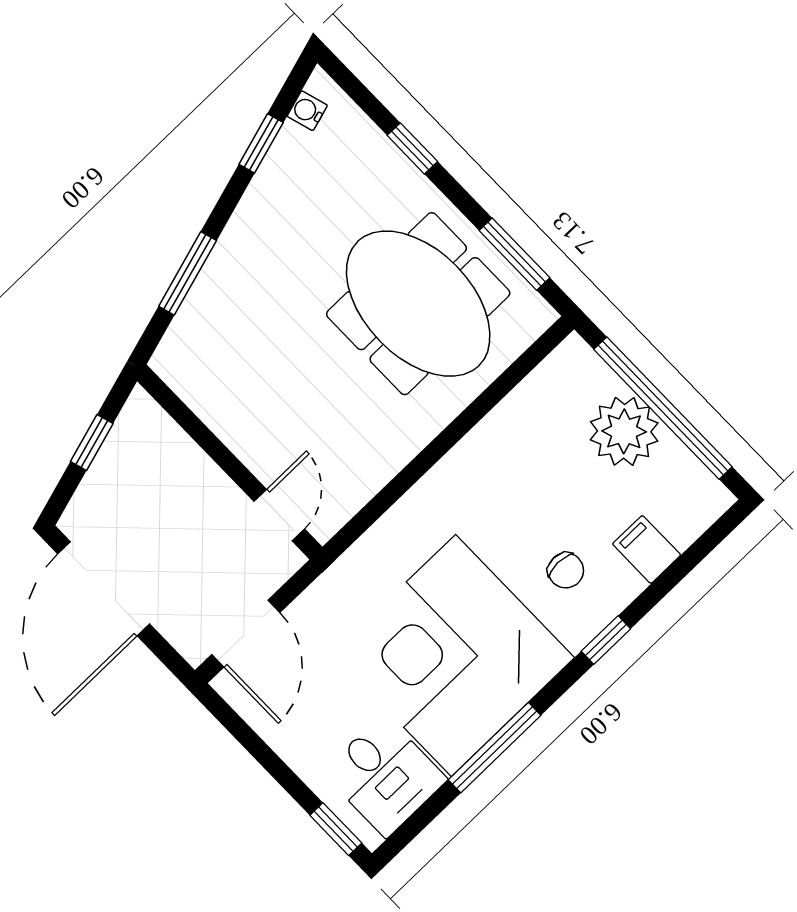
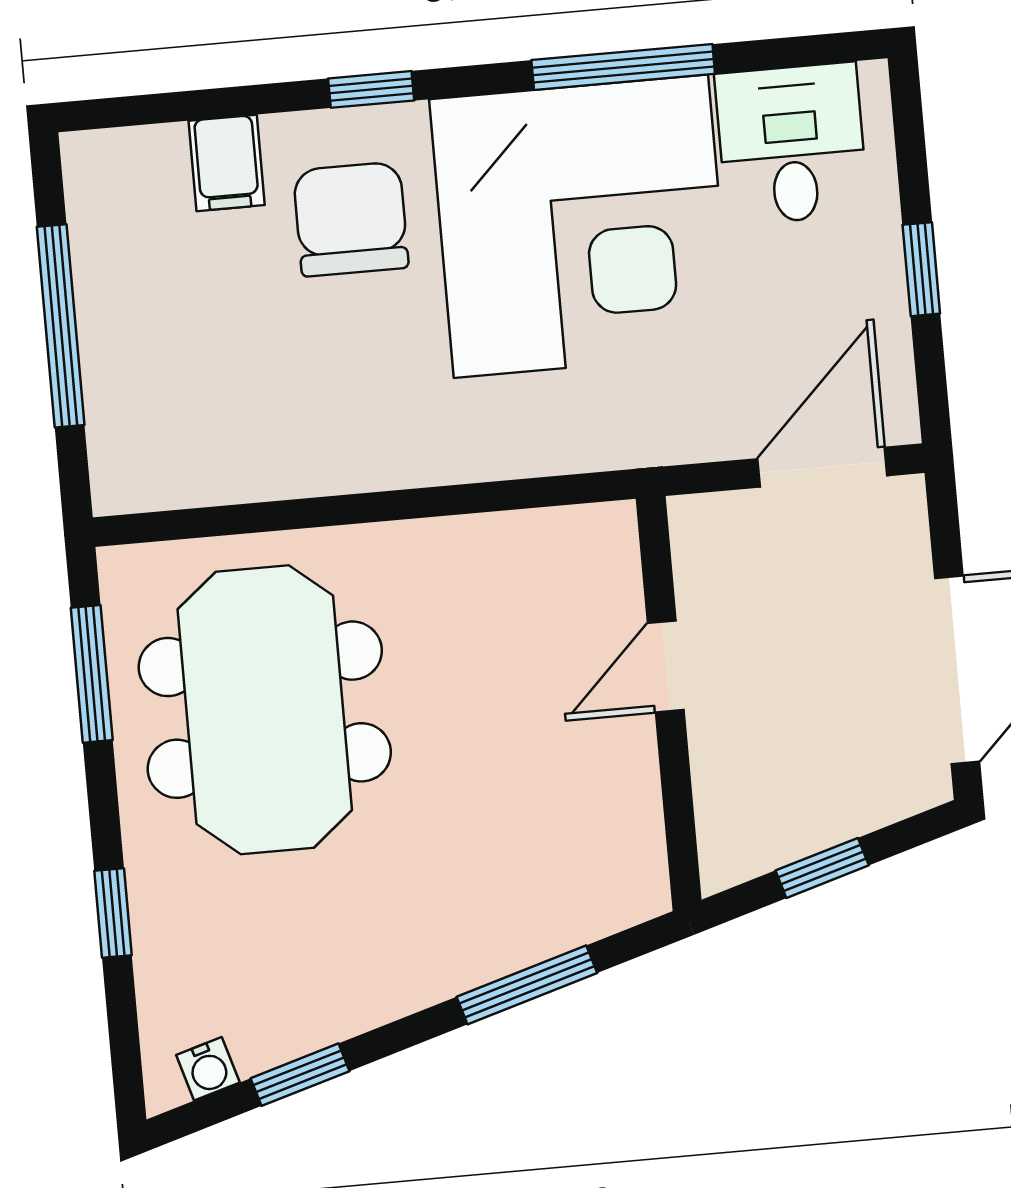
window: (663, 408) -> (61, 326), width x0.68
plant: (624, 431) -> (134, 336), removed
door: (279, 515) -> (666, 667), moved
chair: (566, 570) -> (351, 219), width x1.87, depth x1.87
window: (336, 829) -> (921, 269), moved

